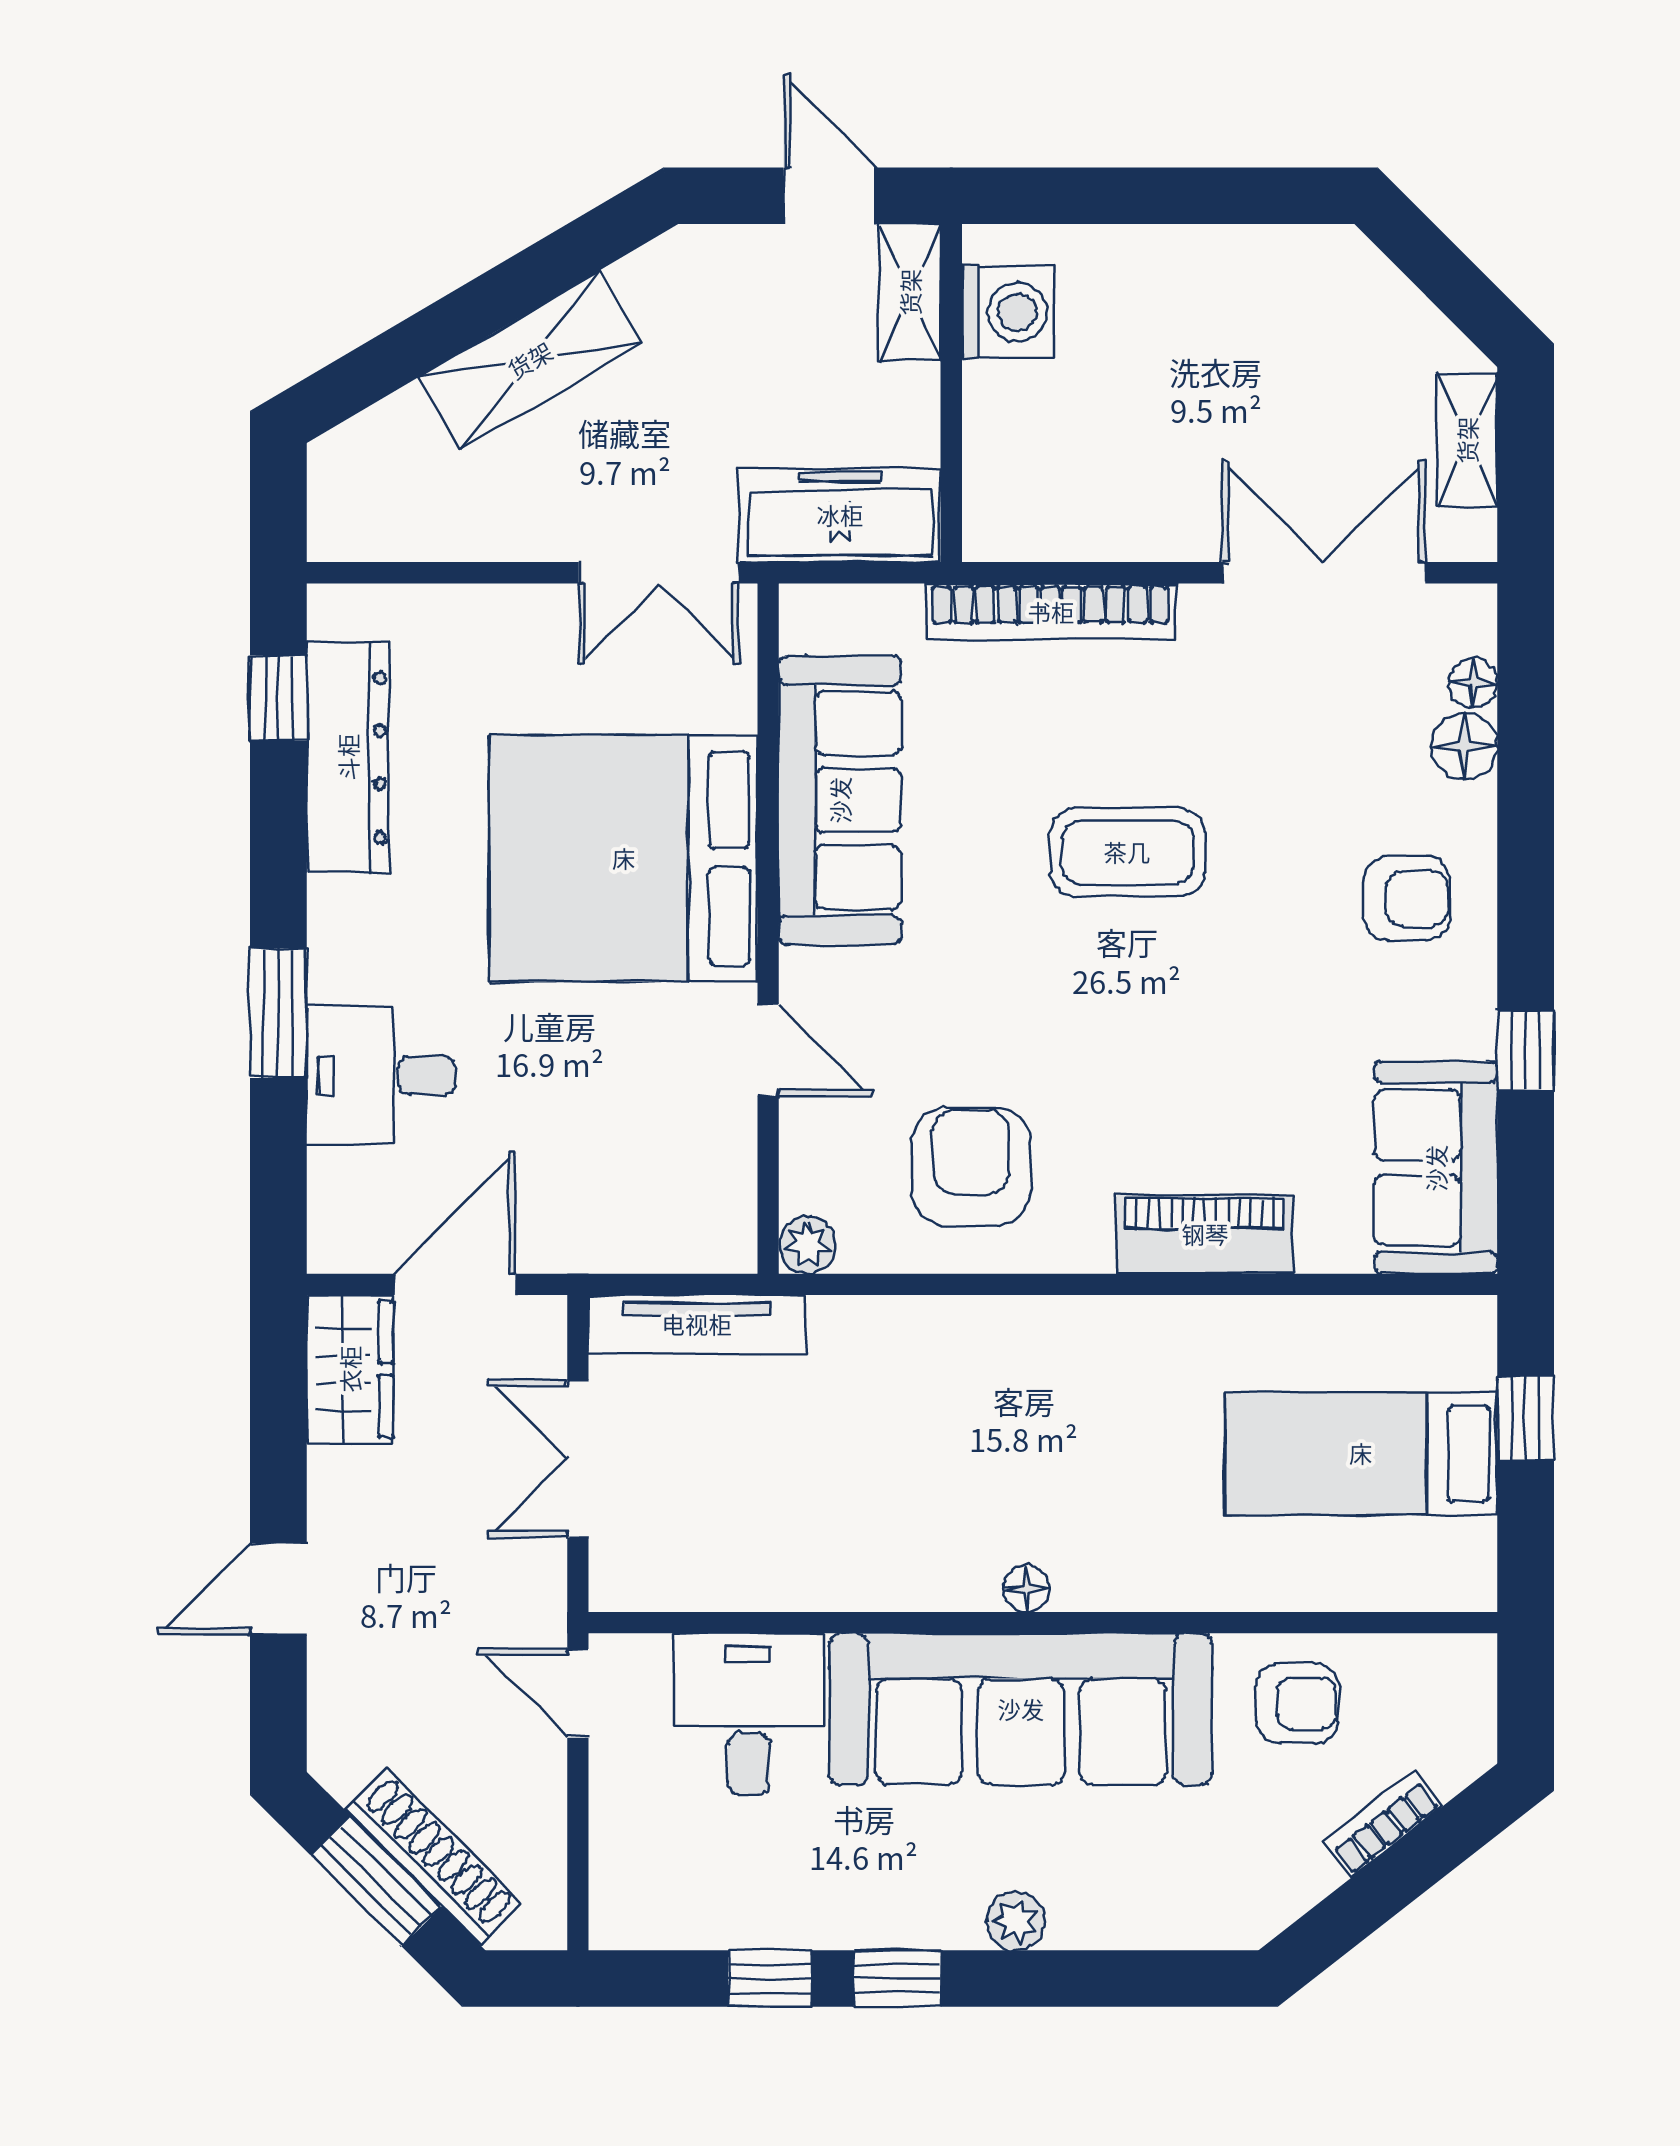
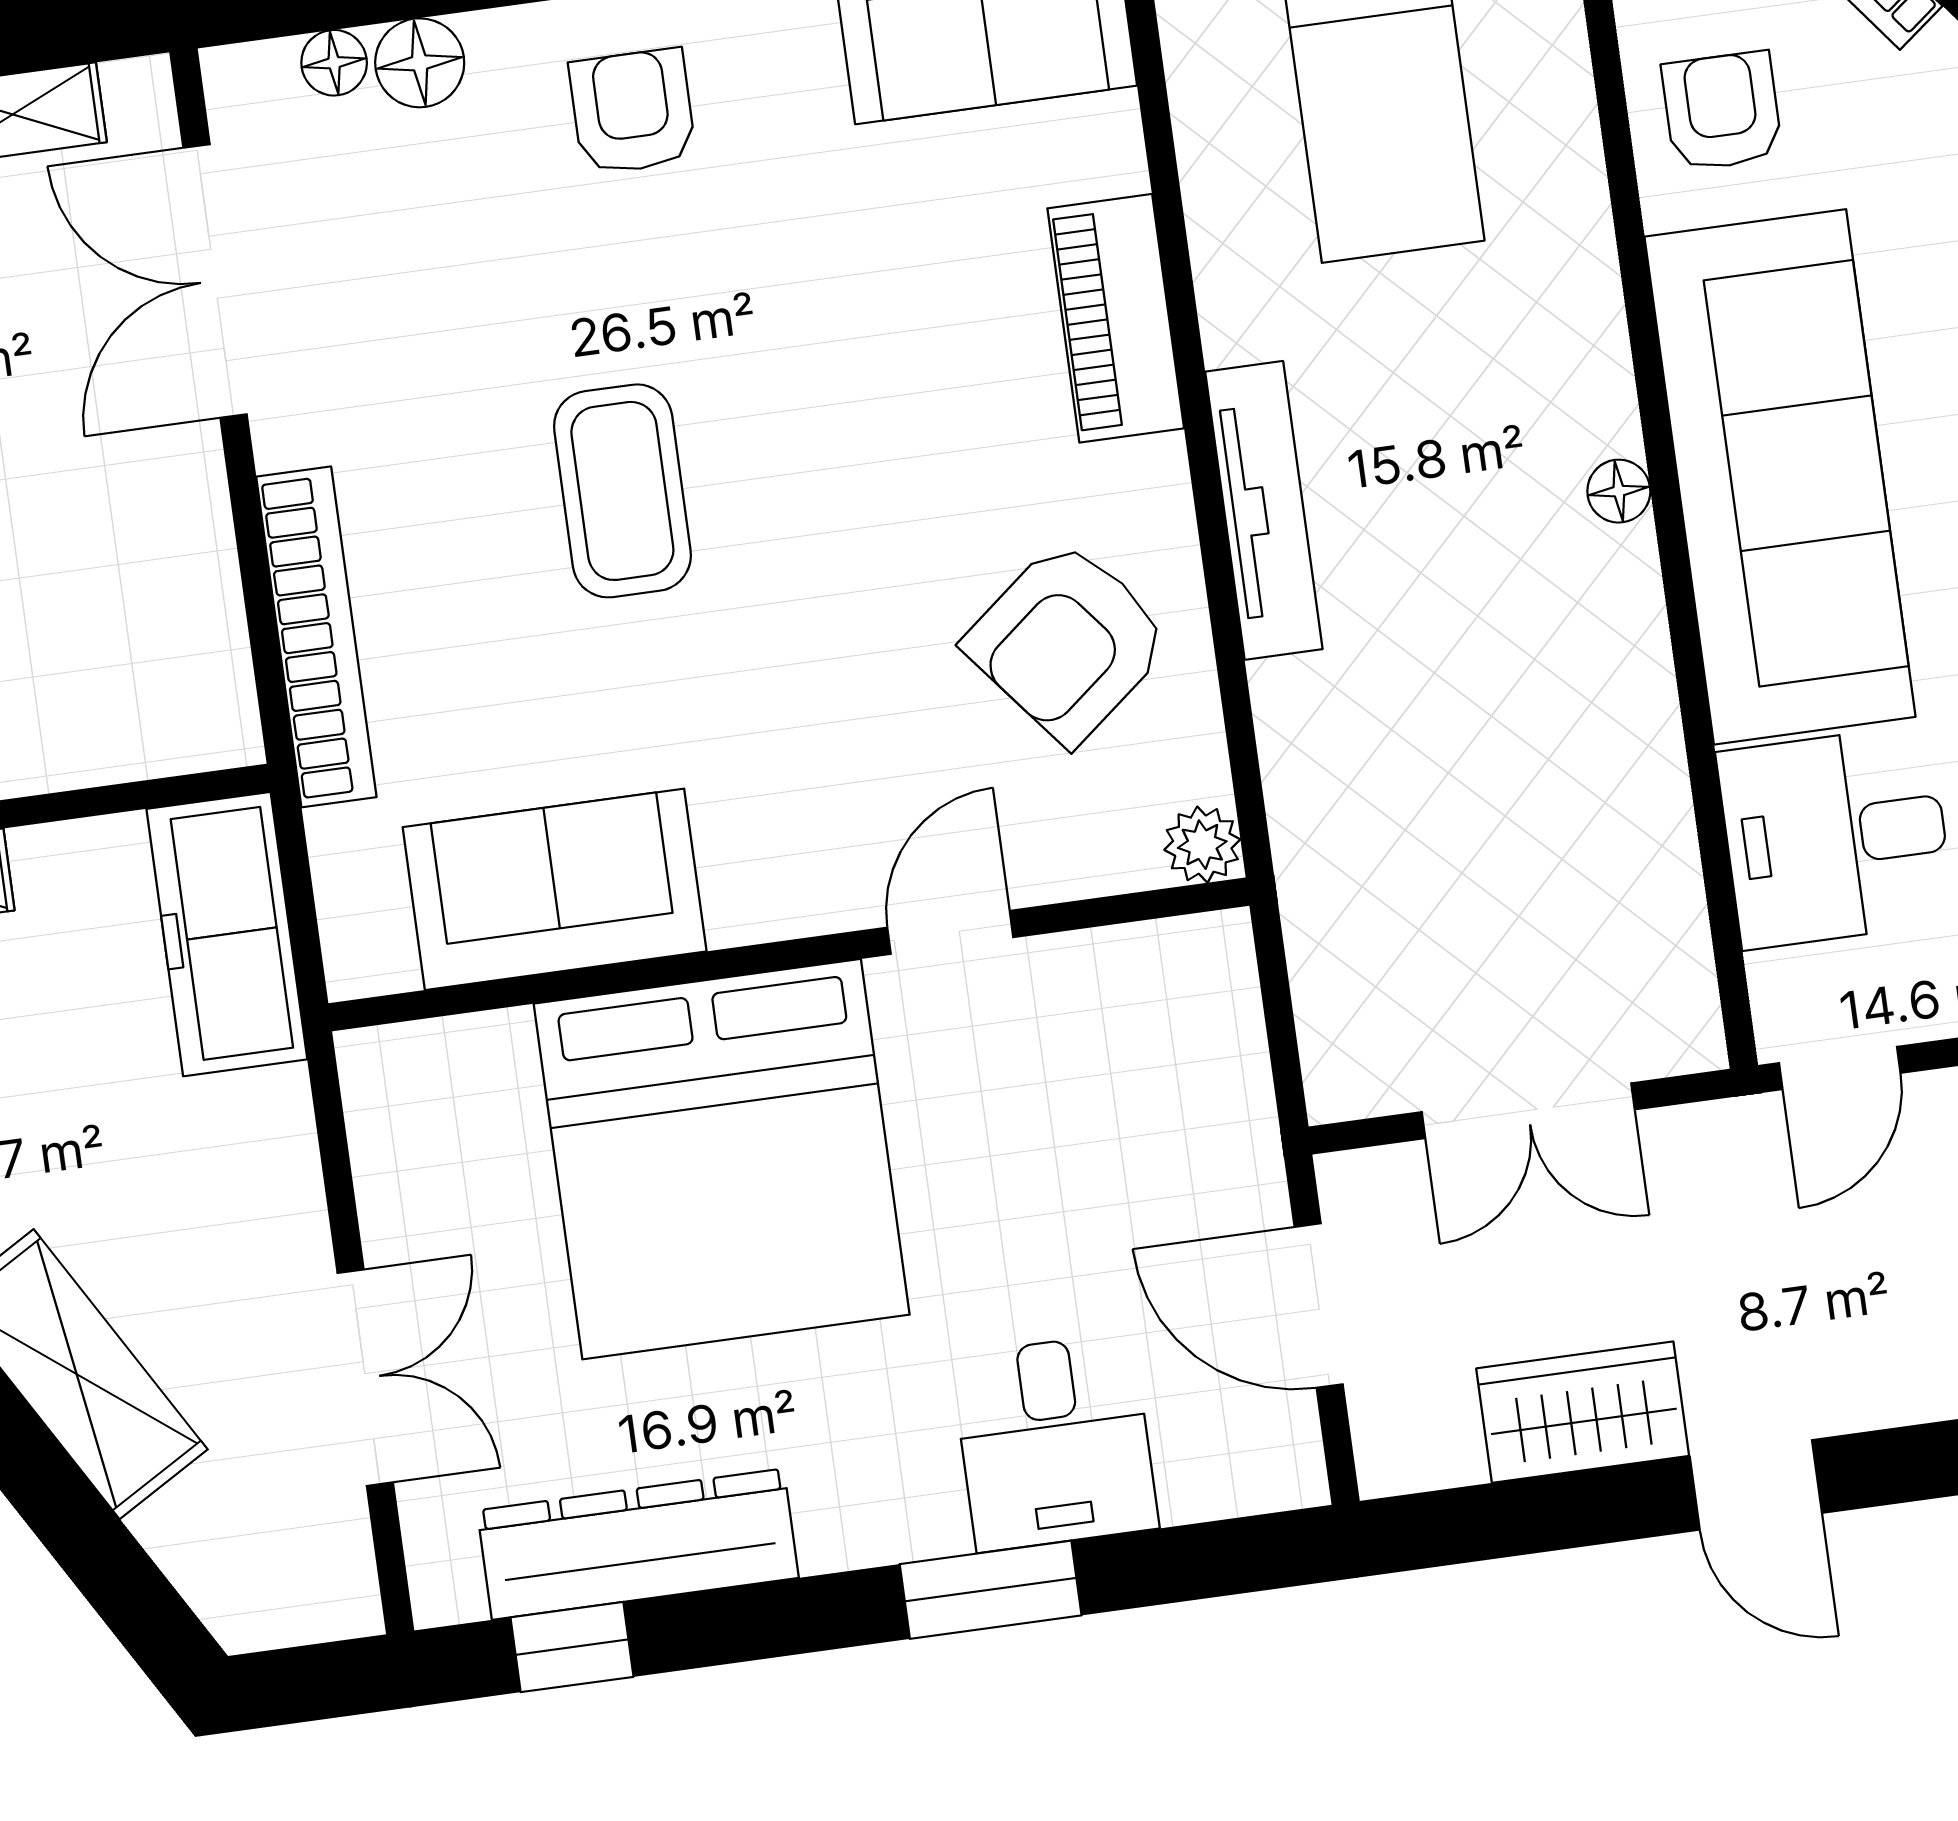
double door: (659, 573) -> (365, 1378), moved
sofa: (840, 800) -> (555, 889), width x0.73
armchair: (971, 1166) -> (1068, 641), turned -39
tv unit: (697, 1324) -> (1264, 510), moved
wardrobe: (350, 1369) -> (1583, 1412), moved

